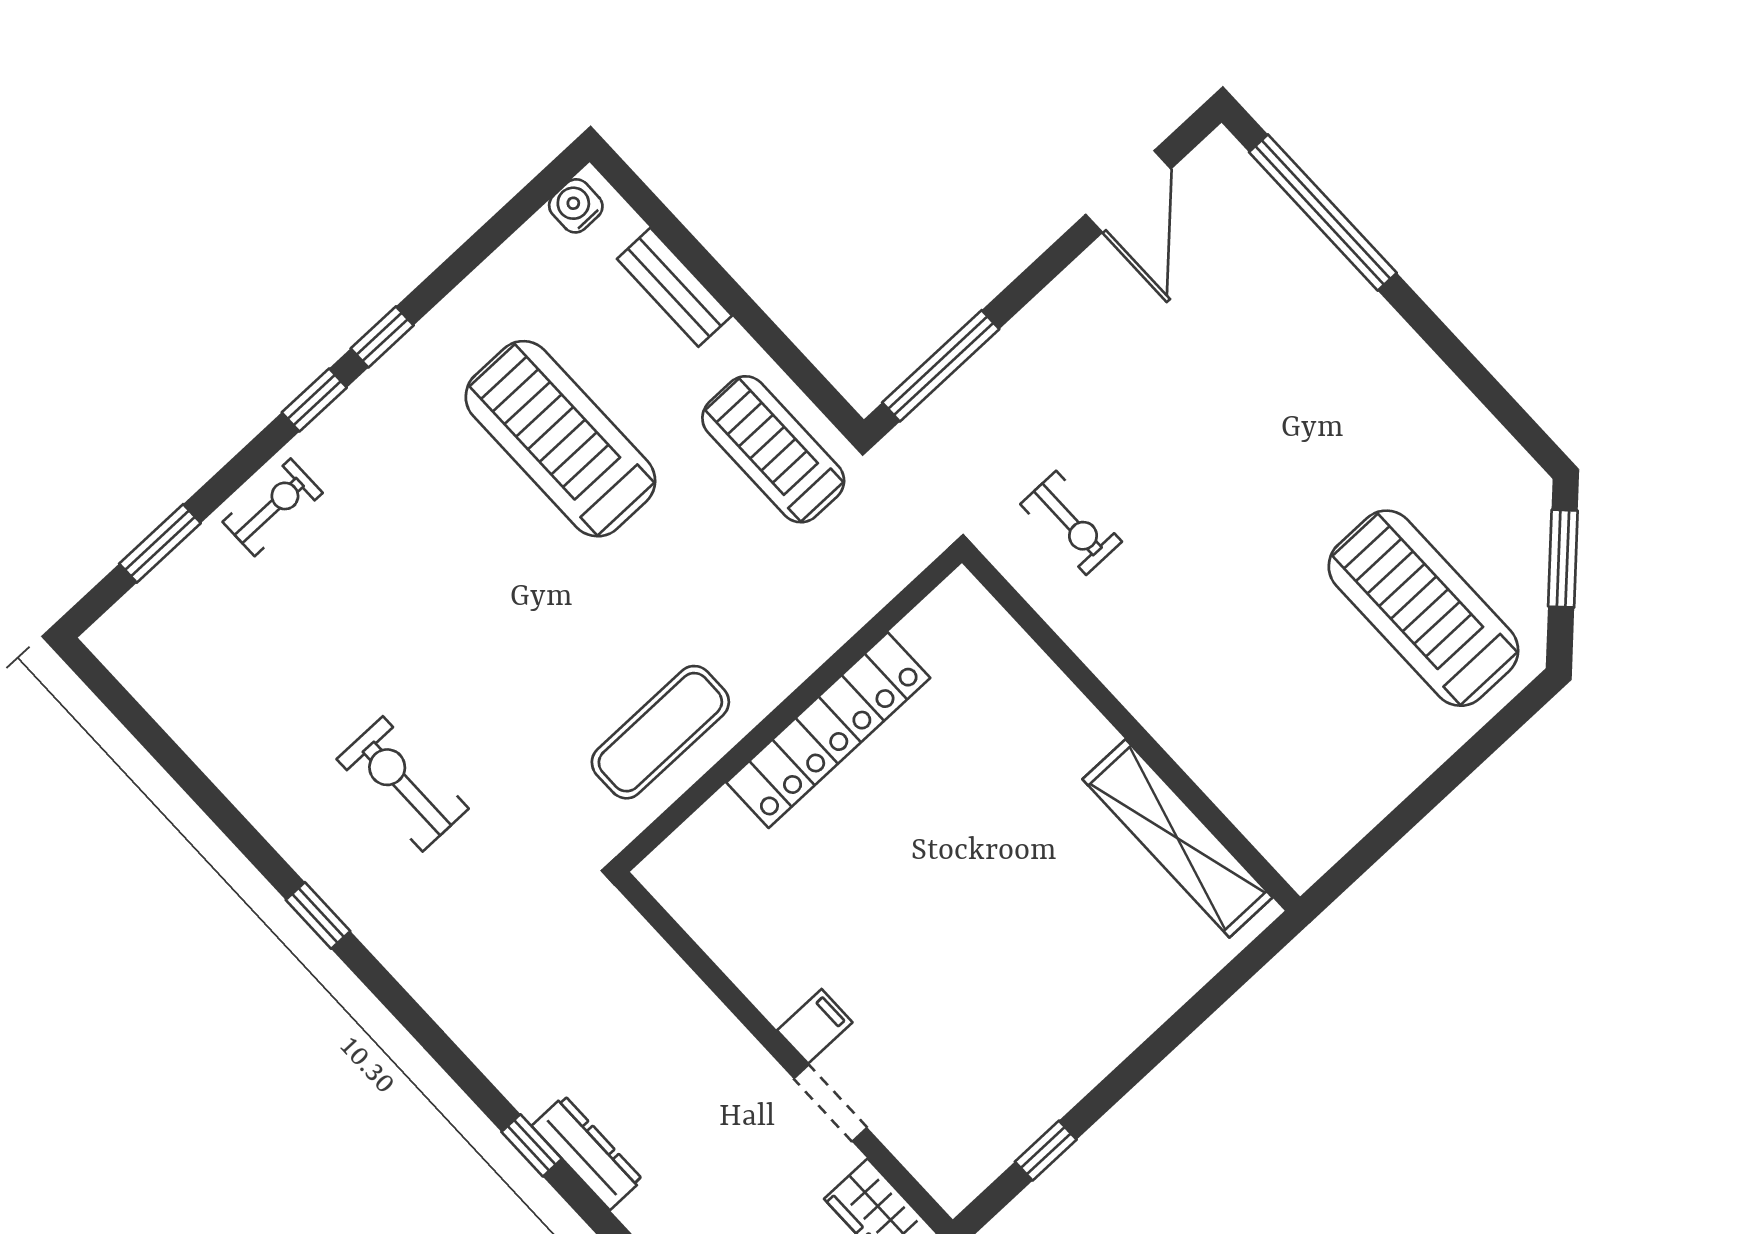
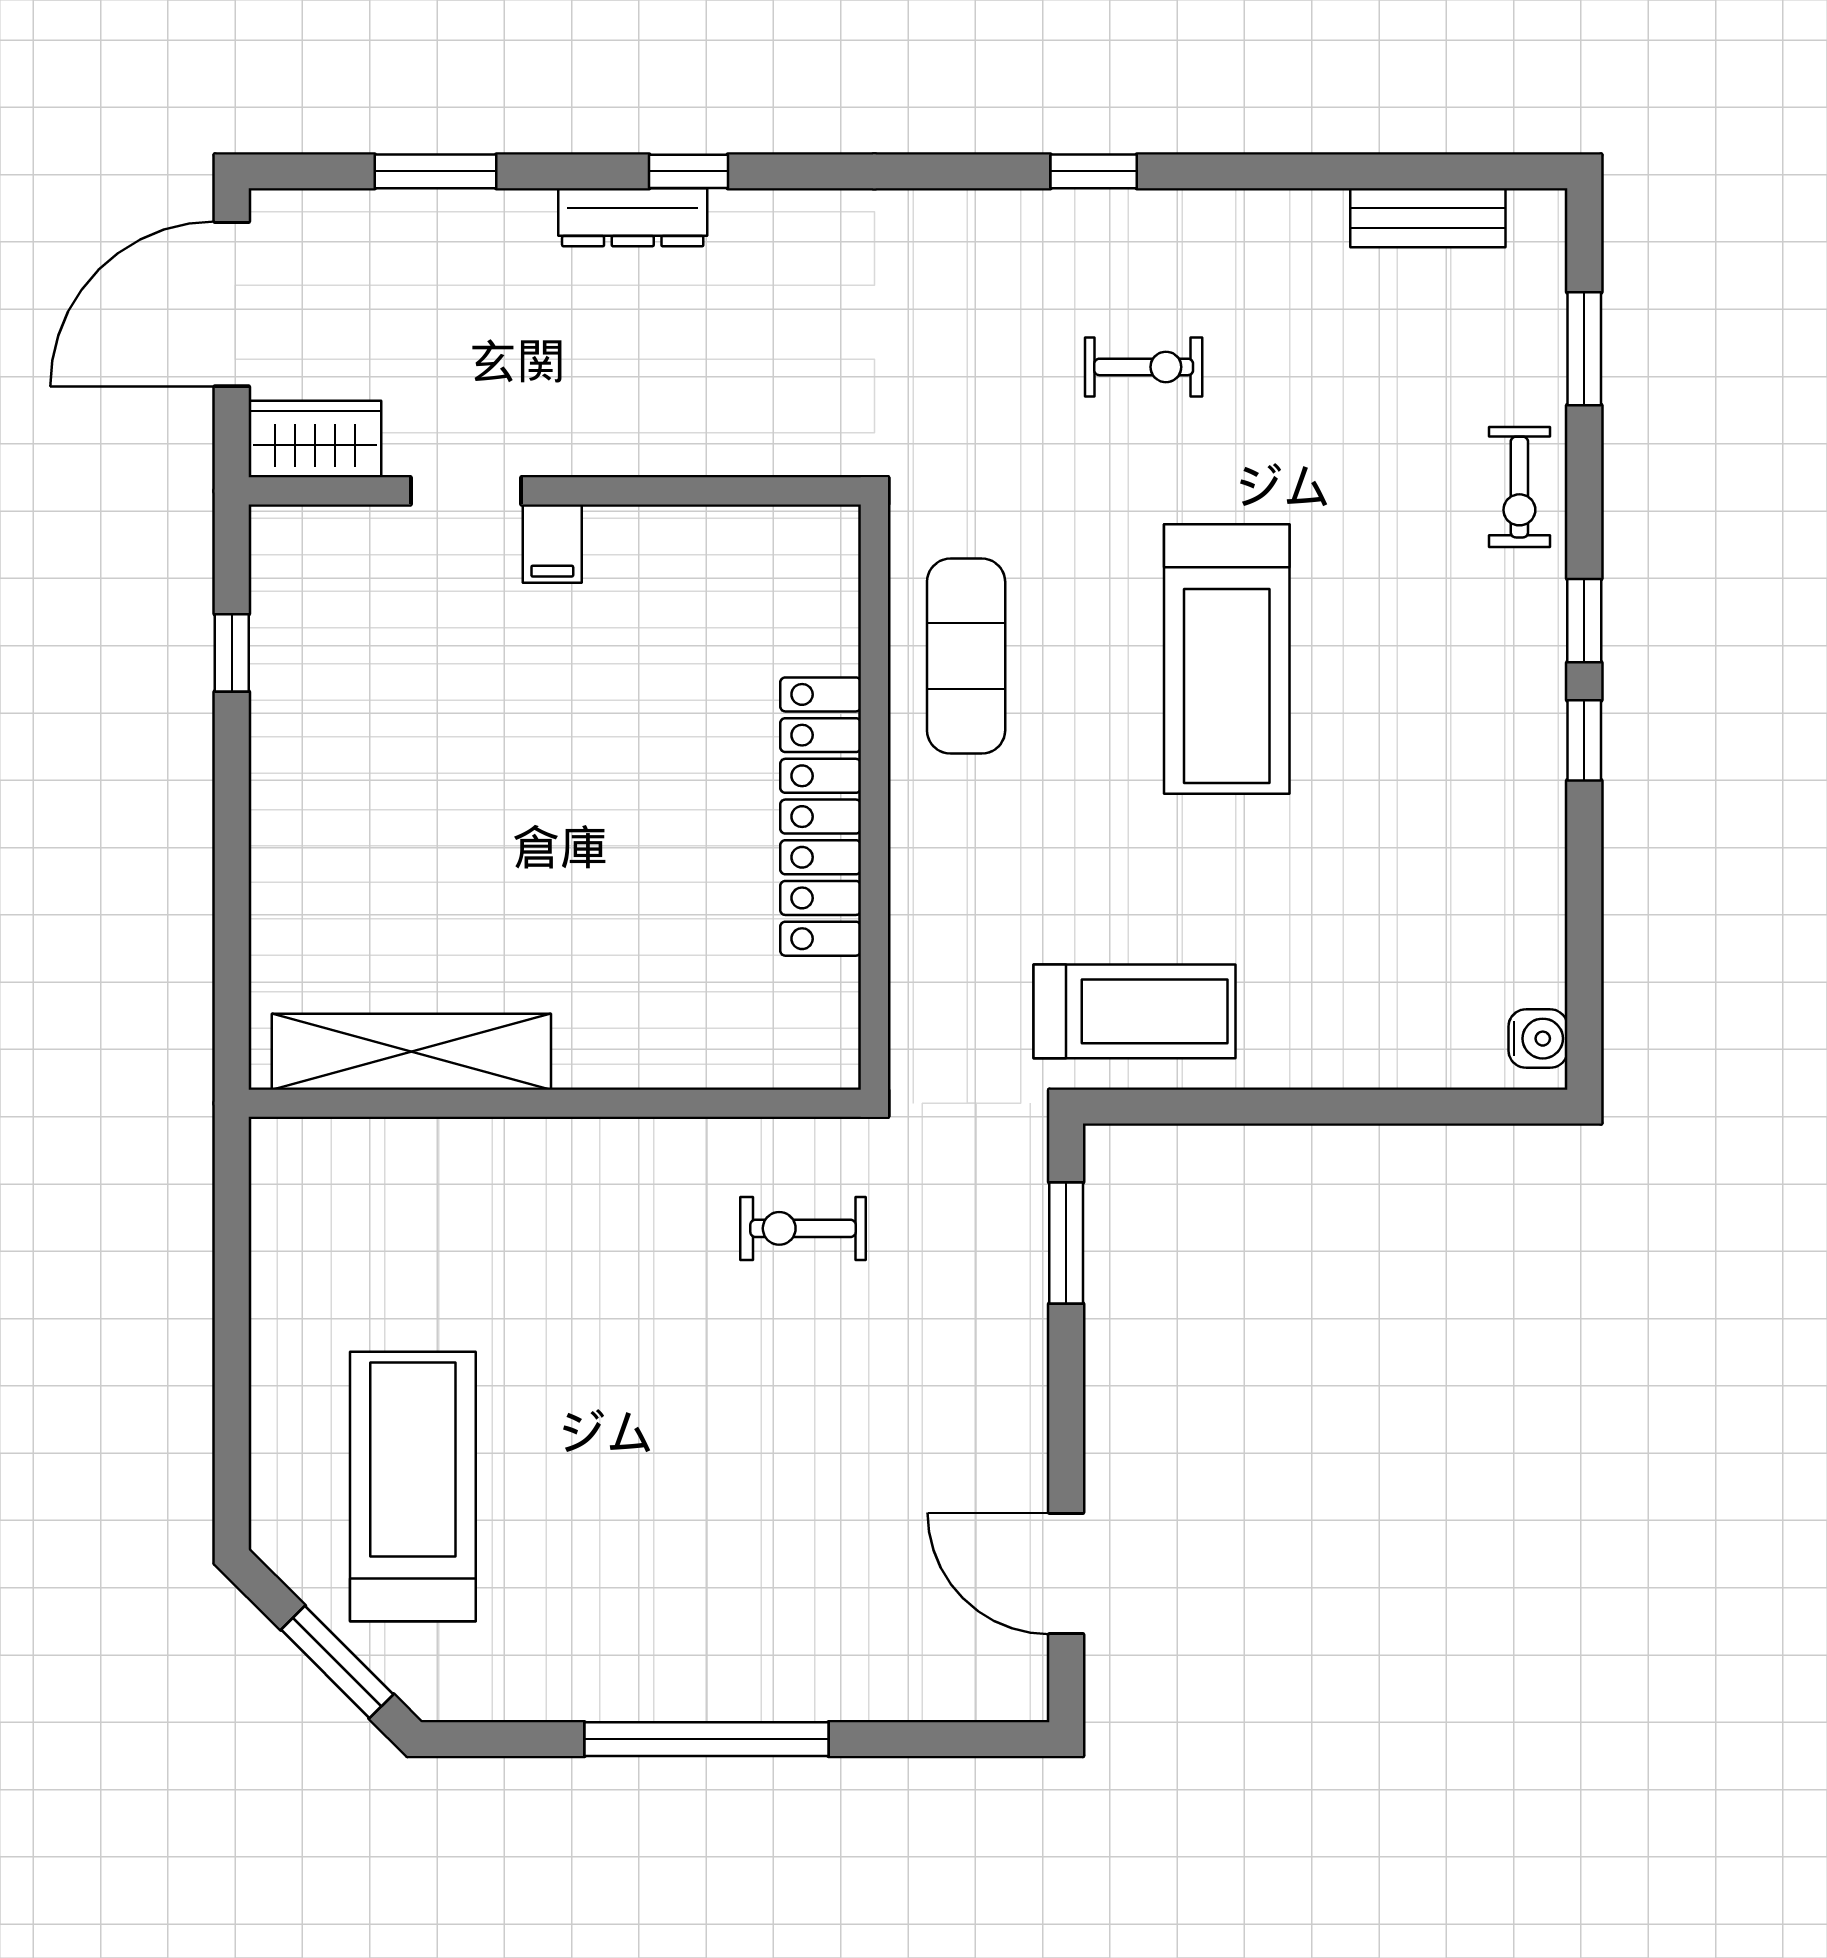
window: (1323, 212) -> (706, 1739), moved
bench: (674, 287) -> (1428, 218), moved
window: (941, 366) -> (1066, 1243), width x0.69
treadmill: (560, 439) -> (1227, 659), moved, turned 90
treadmill: (1423, 608) -> (413, 1487), turned -90
exercise bike: (403, 784) -> (1144, 367), width x0.73, depth x0.72

